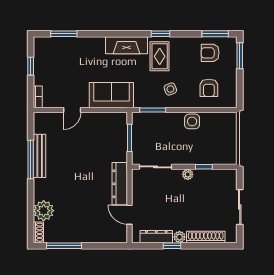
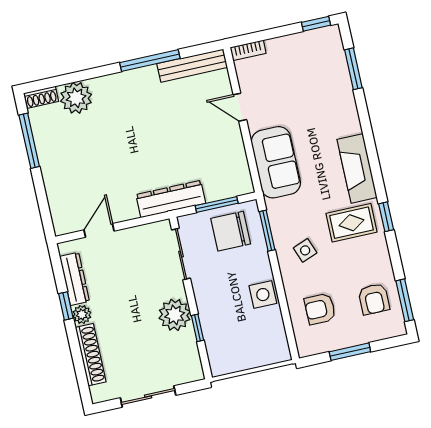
armchair: (210, 53) -> (374, 299), turned 180
window: (240, 56) -> (350, 352), moved
window: (31, 66) -> (316, 24), moved
chair: (148, 133) -> (231, 231), added
bench: (40, 156) -> (192, 66), moved
plant: (188, 174) -> (175, 315), width x1.88, depth x1.88
dresser: (120, 184) -> (171, 199), moved

